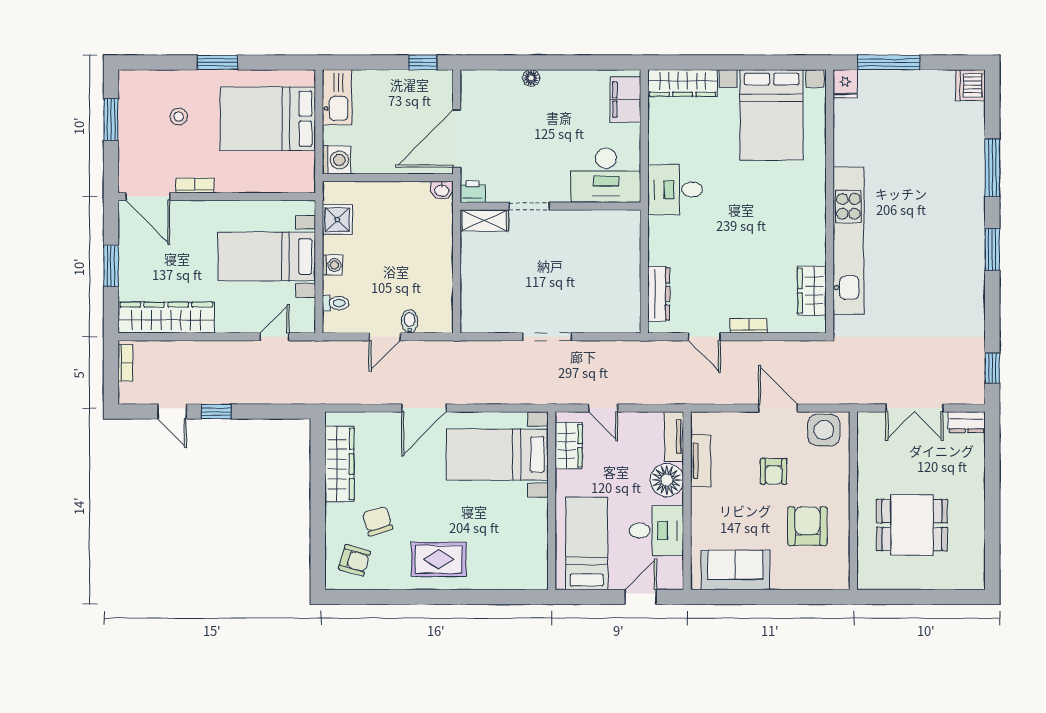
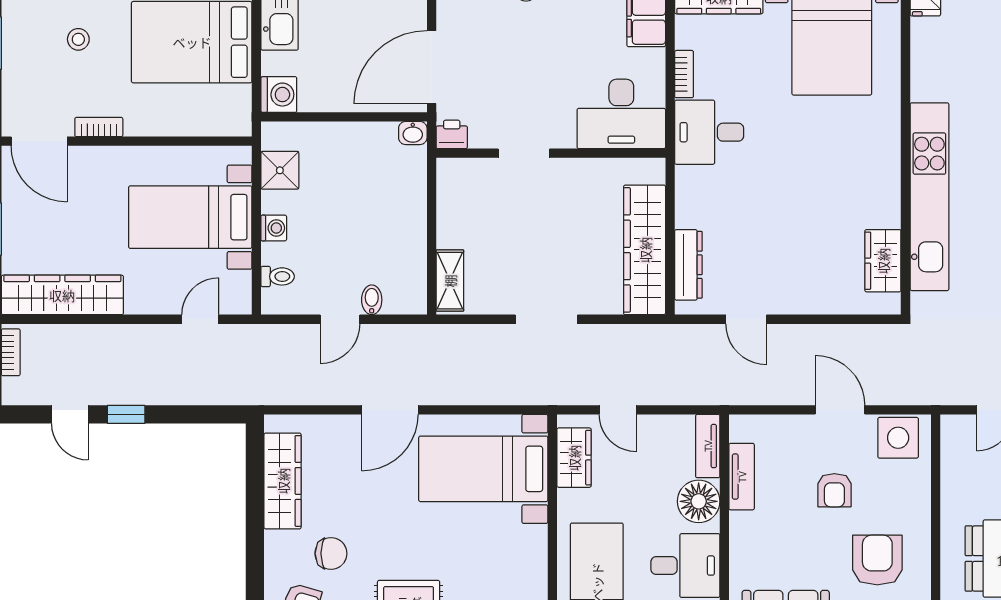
shelving: (484, 221) -> (450, 281), moved, turned 90
wardrobe: (624, 282) -> (645, 250), added
bookcase: (749, 326) -> (684, 74), moved, turned 90
chair: (377, 521) -> (331, 553), turned 107

